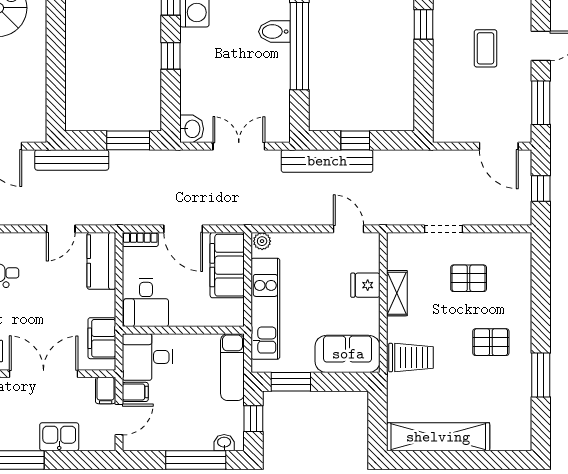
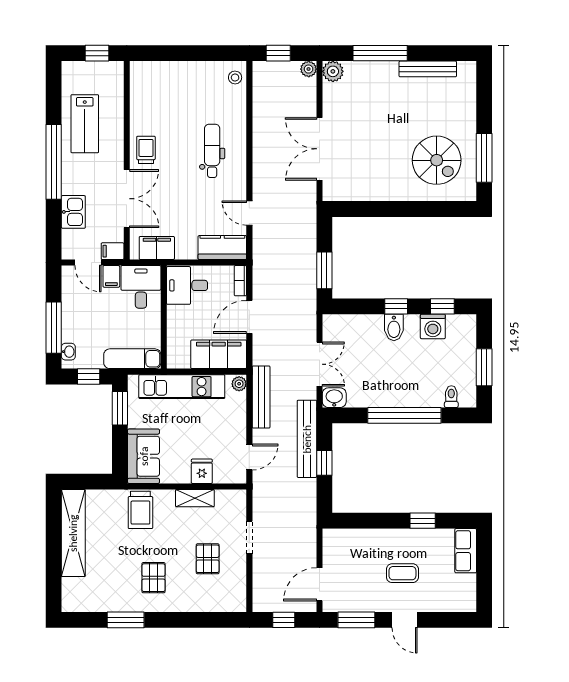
bidet: (274, 32) -> (394, 327), moved, turned 180
washbasin: (192, 129) -> (334, 398), moved, turned 180
bench: (72, 160) -> (261, 397), moved

